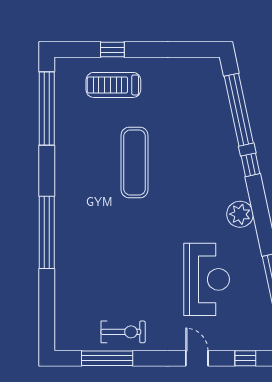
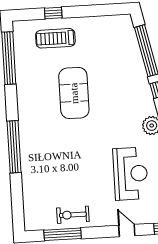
exercise mat: (135, 163) -> (74, 93), width x1.47
exercise bike: (123, 332) -> (73, 215), turned 180

